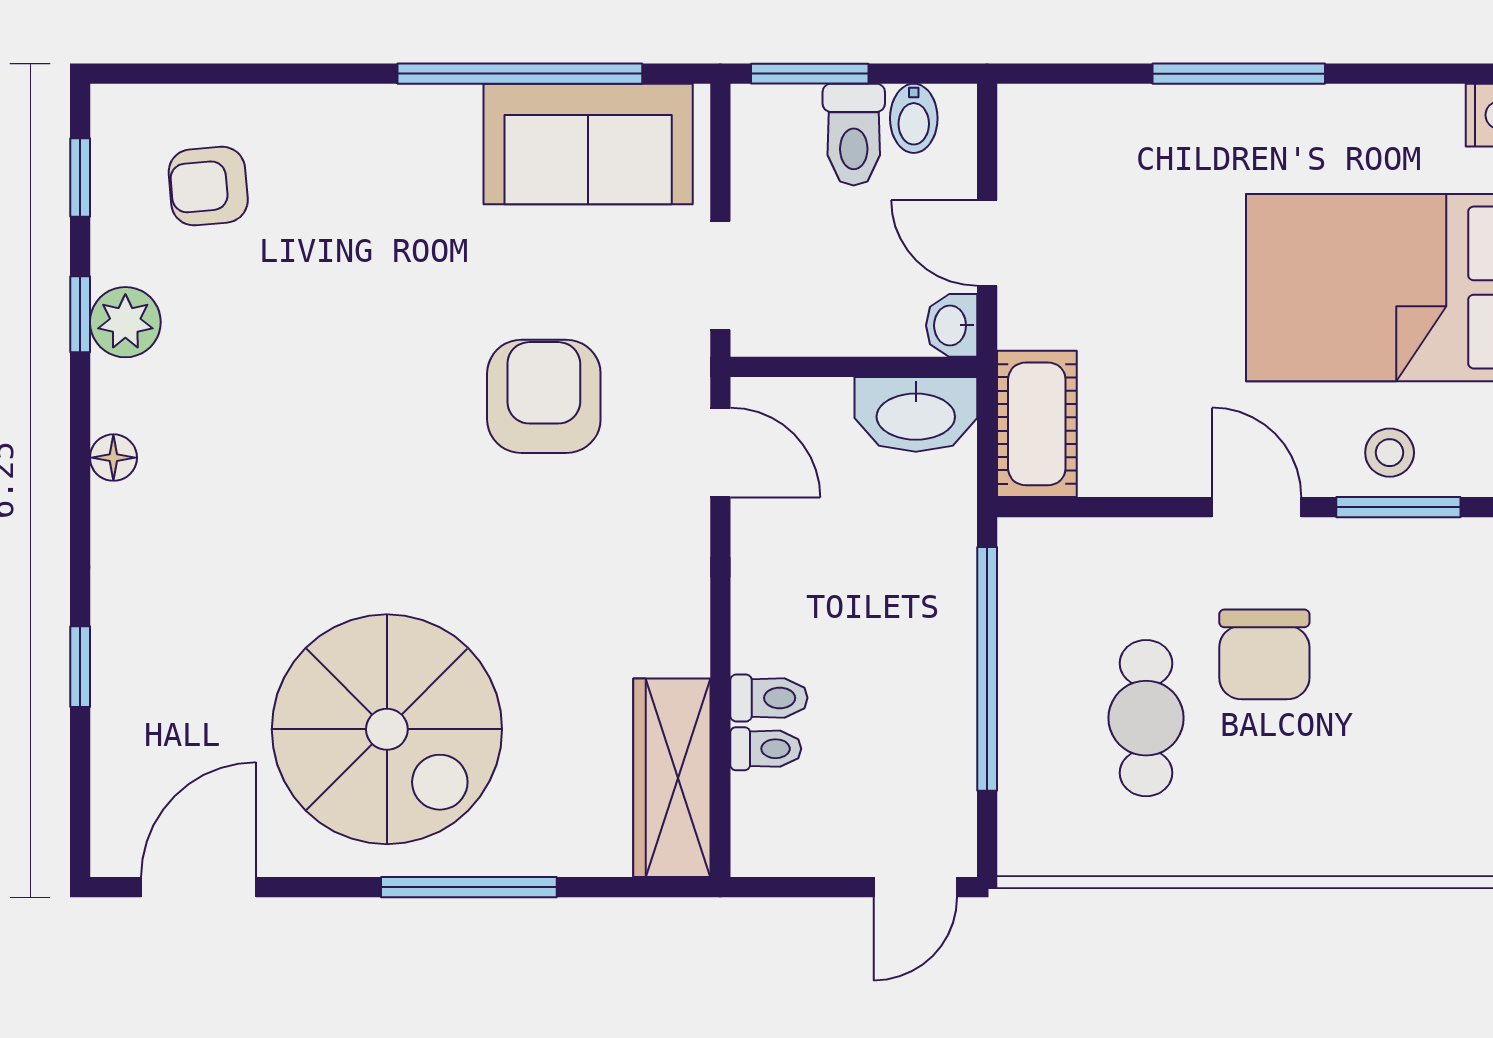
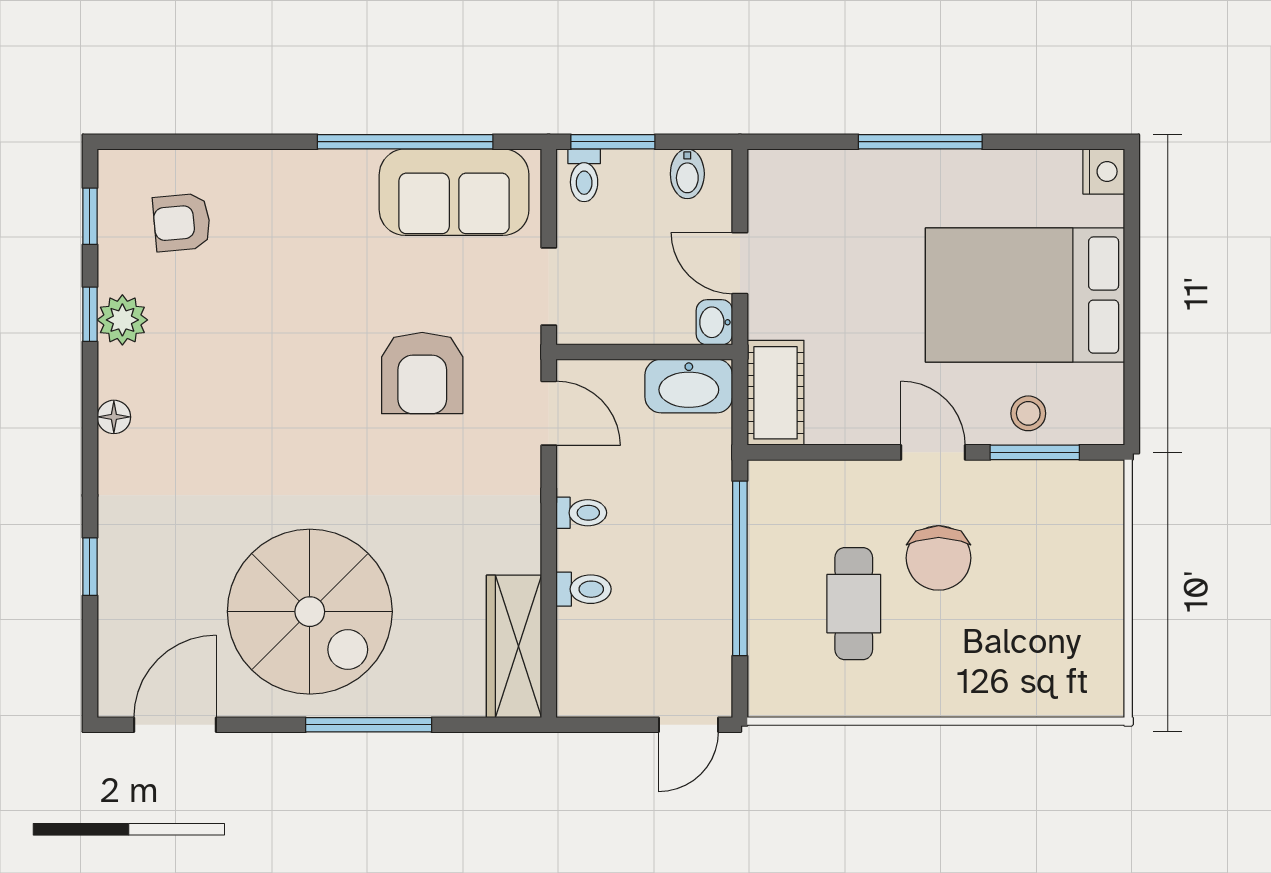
toilet: (854, 135) -> (584, 175), moved, width x0.73, depth x0.72
armchair: (544, 396) -> (422, 373), turned 180
toilet: (766, 749) -> (581, 513), moved

